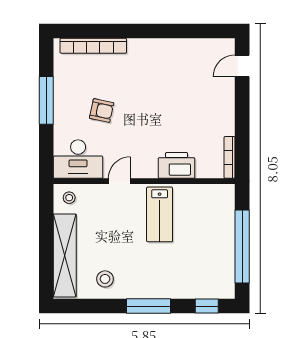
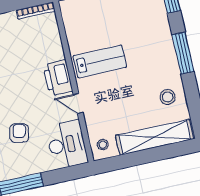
printer: (177, 165) -> (58, 78), moved

